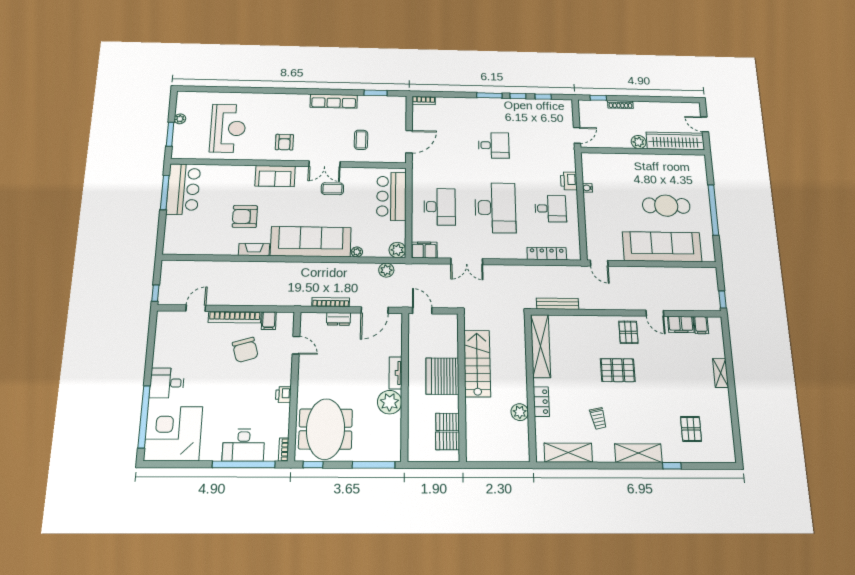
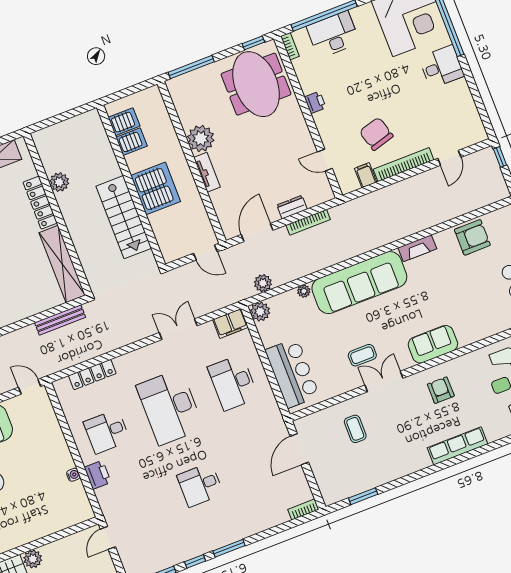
row of seats: (334, 101) -> (457, 446), moved
armchair: (245, 217) -> (472, 237), moved
locker: (541, 402) -> (40, 203), width x1.53

